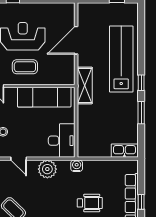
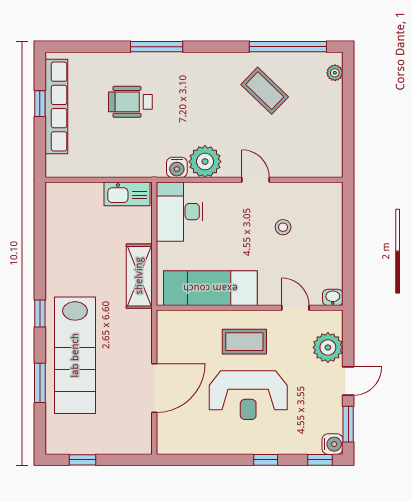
shelving: (85, 85) -> (139, 276), moved
window: (141, 113) -> (40, 383), moved
kitchen sink: (124, 151) -> (127, 194), moved
water cooler: (77, 166) -> (177, 167), moved

